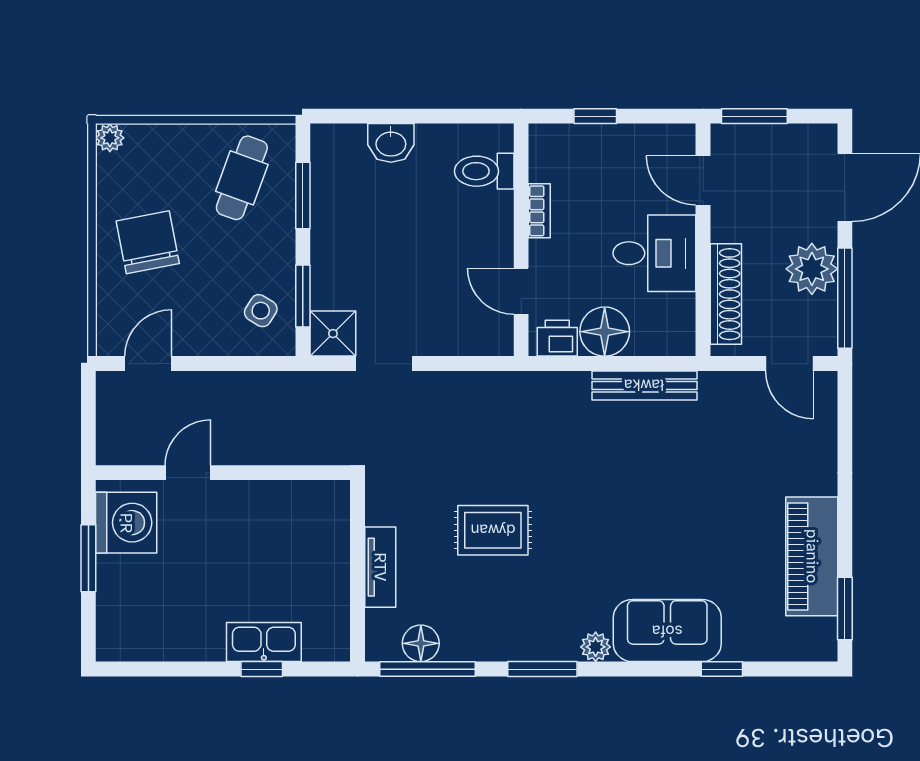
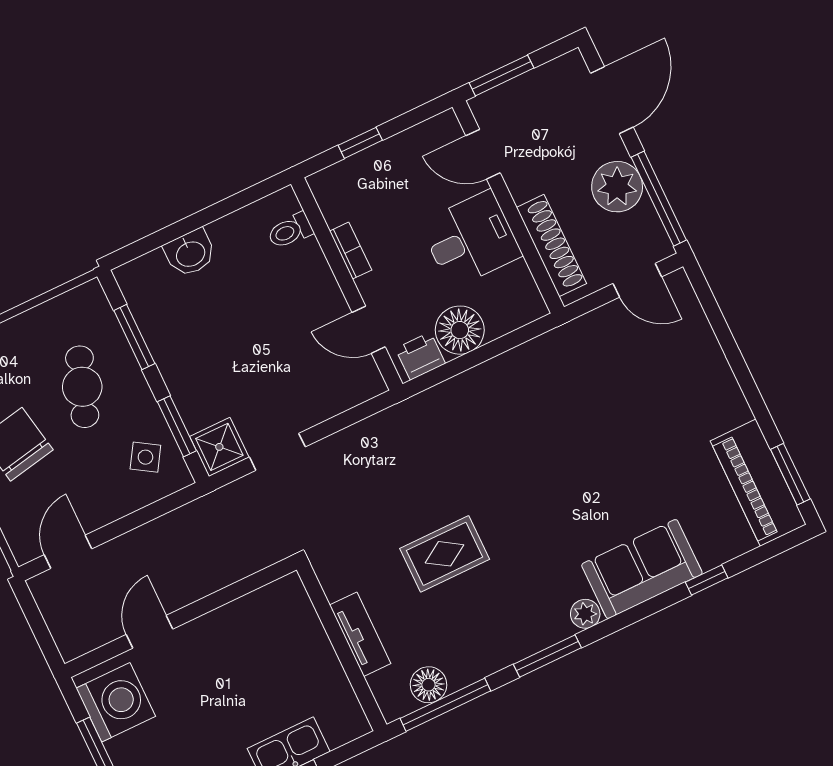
toilet: (484, 171) -> (290, 231), width x0.73, depth x0.72
cafe table: (242, 178) -> (82, 387), moved
bench: (644, 385) -> (518, 361), removed
piano: (812, 556) -> (758, 483), moved

